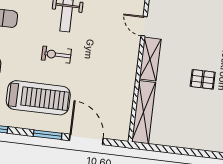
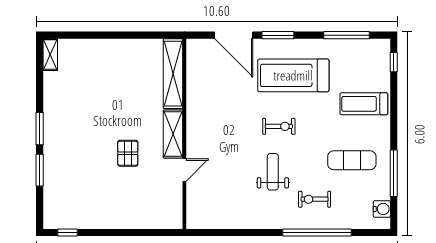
door: (144, 26) -> (184, 170), hinge flipped
pallet: (203, 79) -> (128, 153), moved, turned 90

